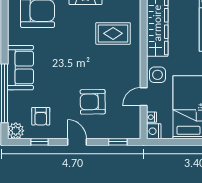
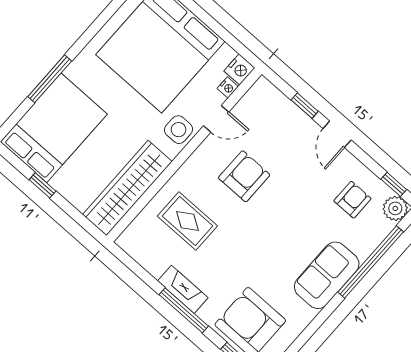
armchair: (93, 102) -> (244, 176), moved, turned -89
window: (39, 142) -> (394, 184), moved
window: (118, 142) -> (305, 106), moved

